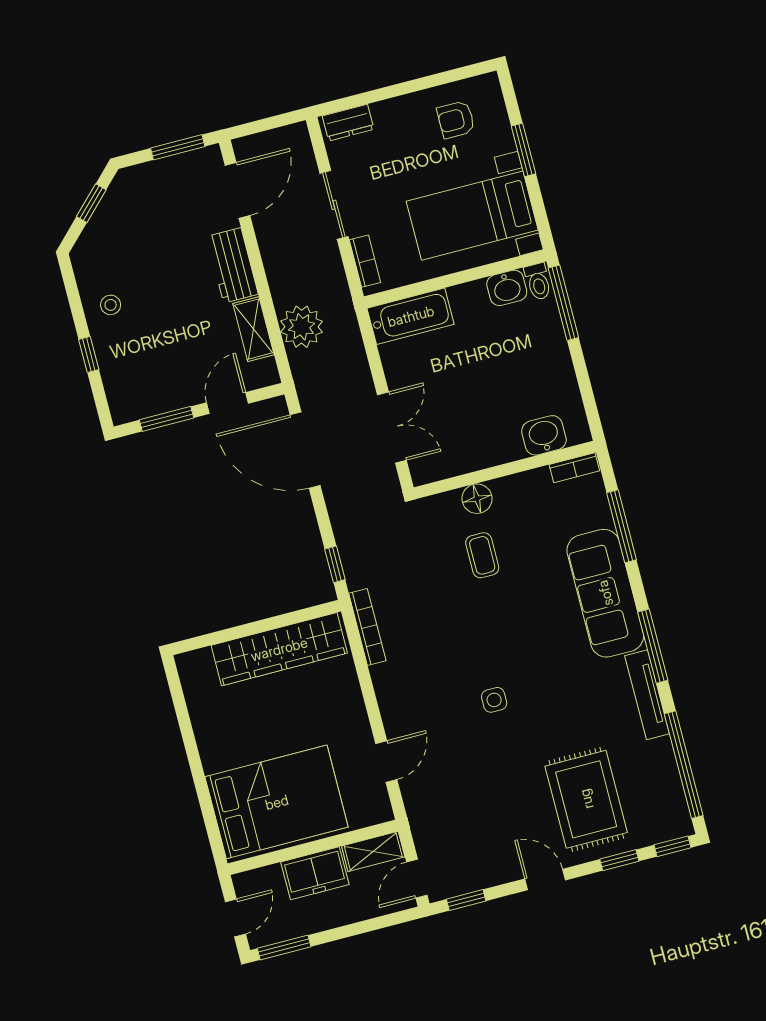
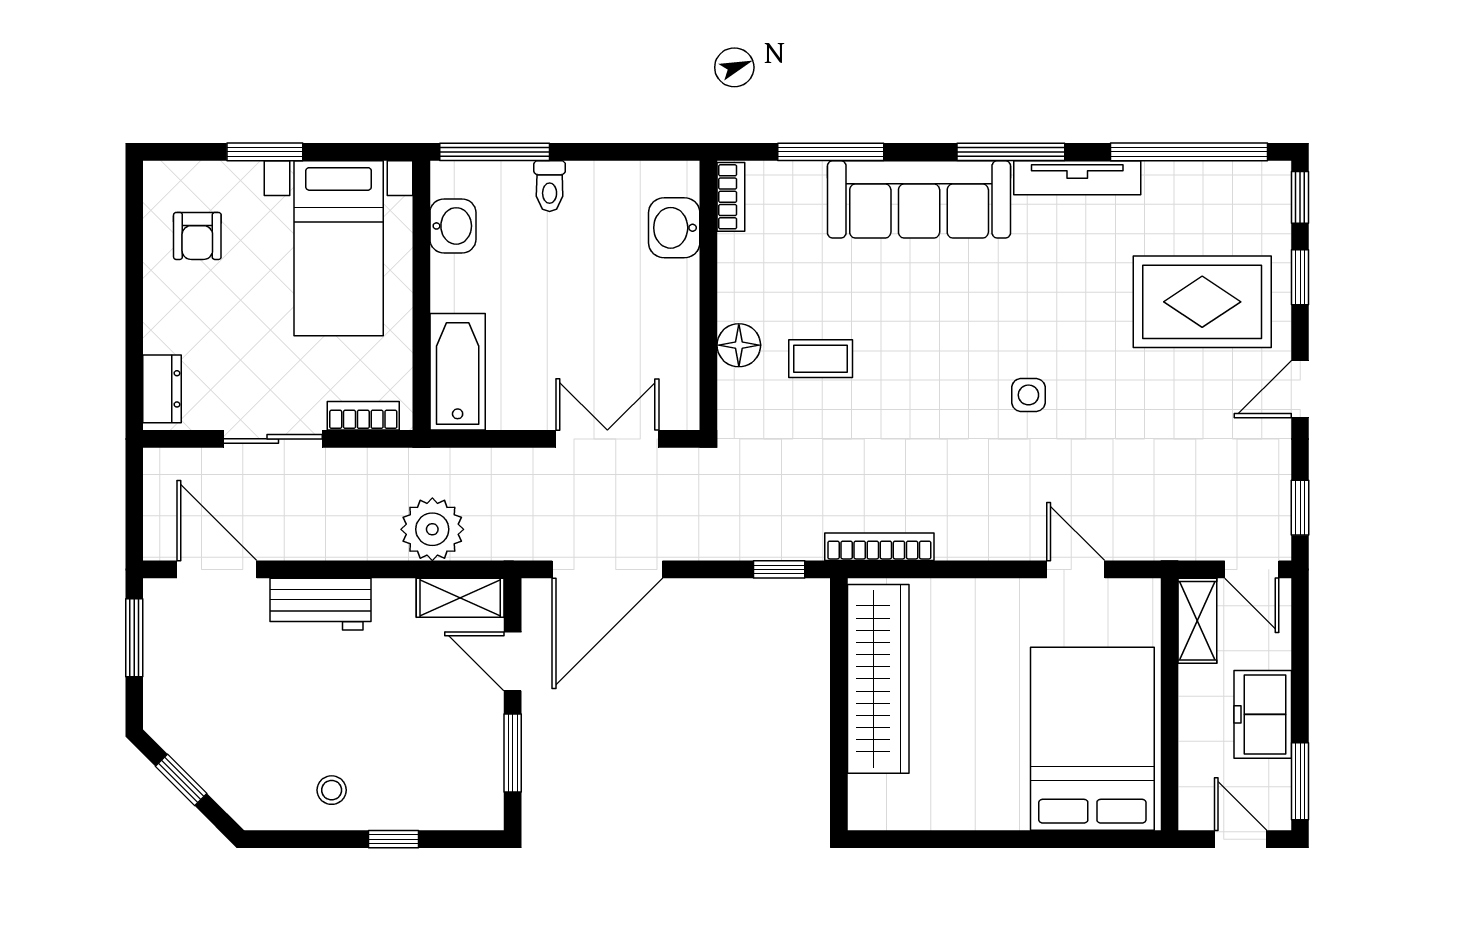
toilet: (538, 282) -> (550, 186), moved, turned 90
shelving: (253, 329) -> (460, 598), moved
freezer: (315, 873) -> (1263, 714), moved, turned 180

